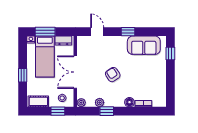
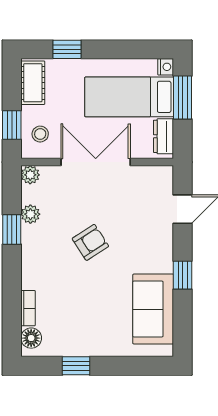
window: (170, 53) -> (76, 366), moved
window: (23, 75) -> (67, 49), moved
floor lamp: (129, 102) -> (31, 338), moved

